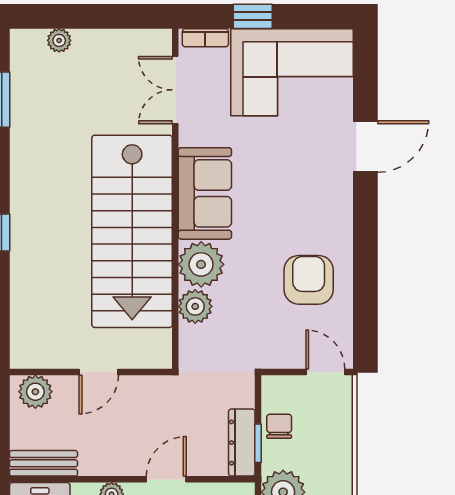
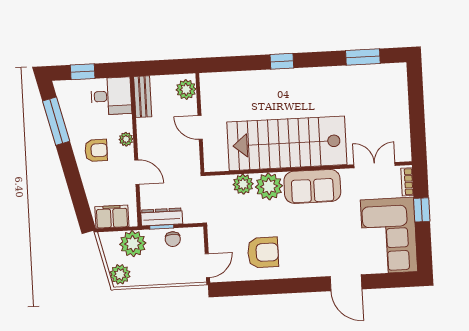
plant: (59, 40) -> (401, 93), removed
chair: (279, 426) -> (173, 239), turned 90

